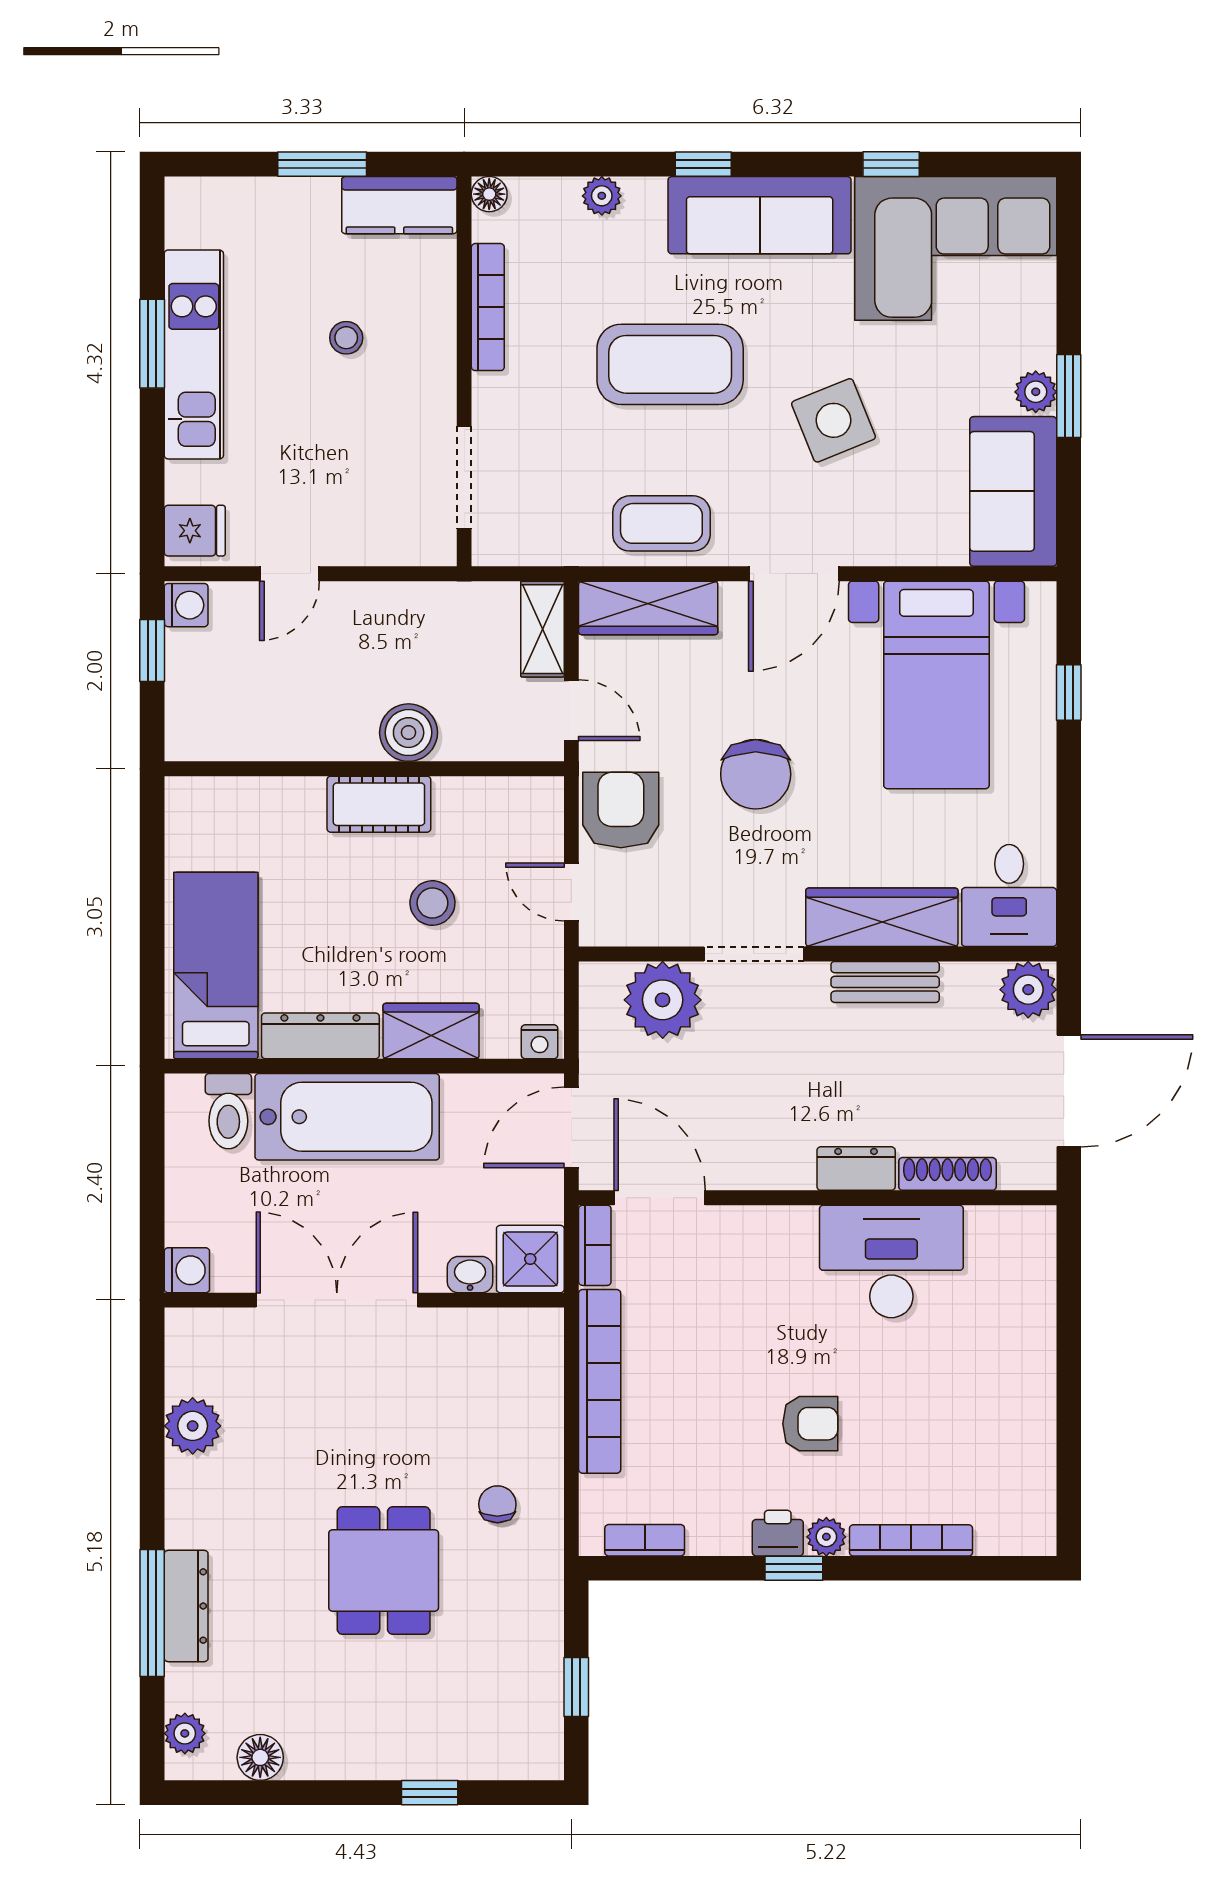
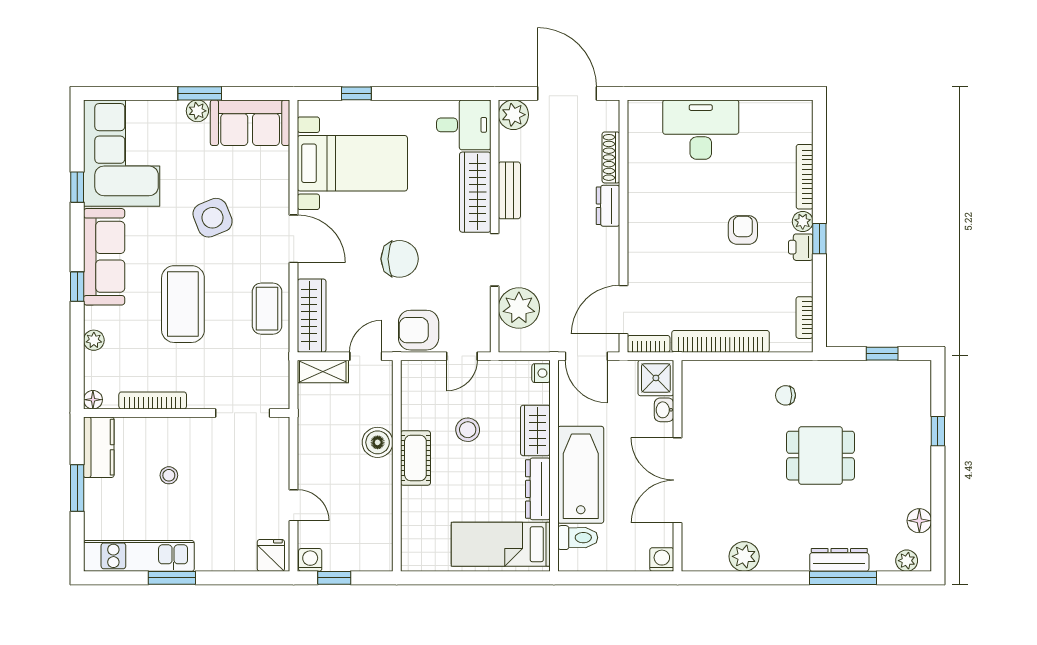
kitchen unit: (194, 354) -> (139, 556), moved
desk: (891, 1261) -> (701, 130), moved, turned 90

